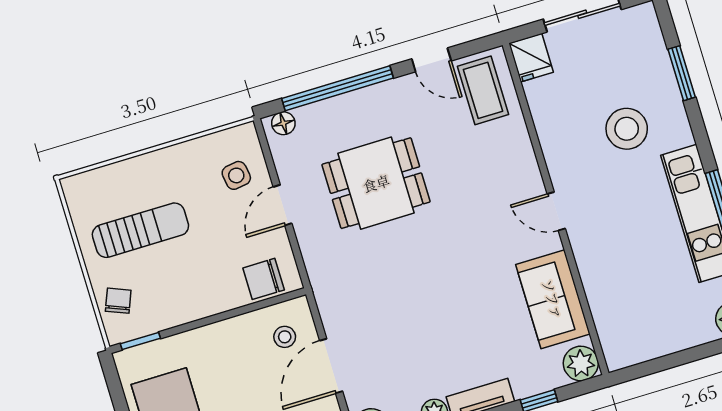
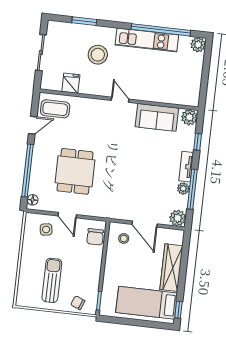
fridge: (531, 58) -> (71, 83), moved, turned -90
door: (556, 211) -> (120, 100), swing flipped

